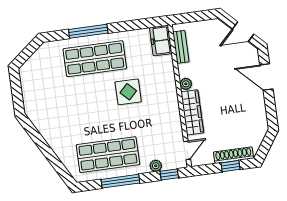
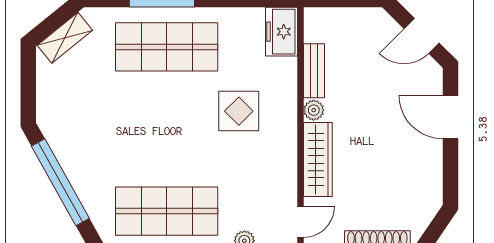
bench: (181, 47) -> (314, 71), moved
shelving: (35, 61) -> (65, 38), added
display table: (128, 92) -> (239, 111), moved
window: (43, 146) -> (60, 182), added

